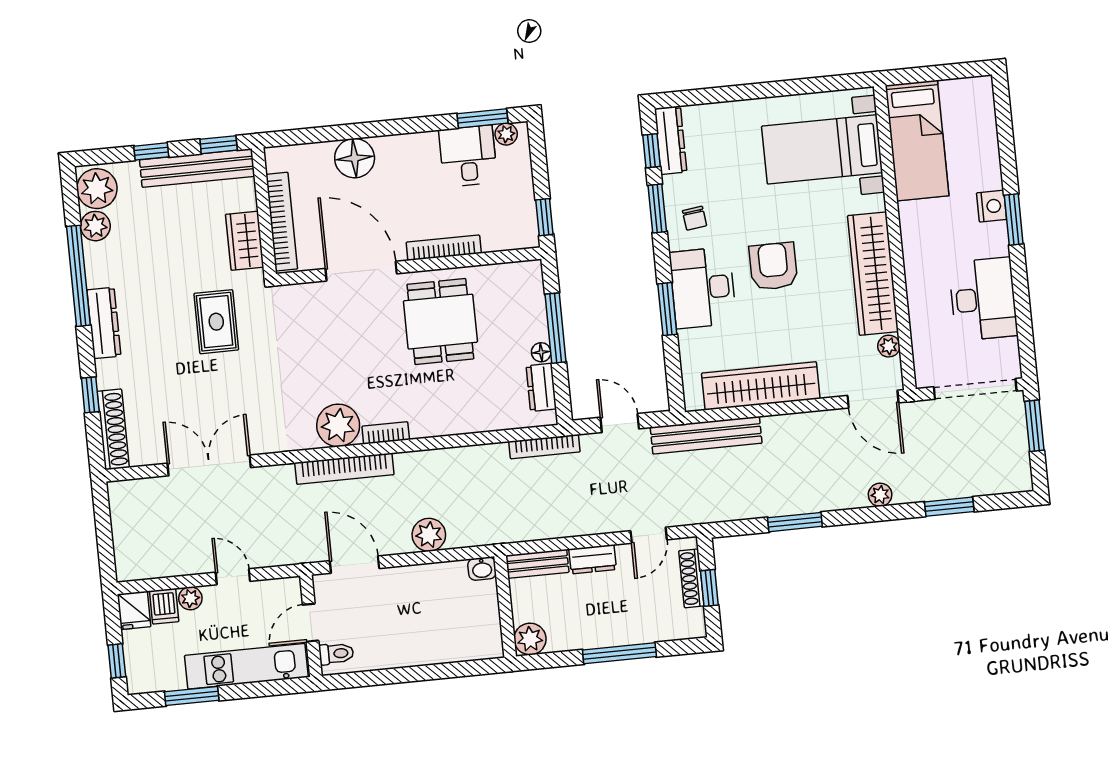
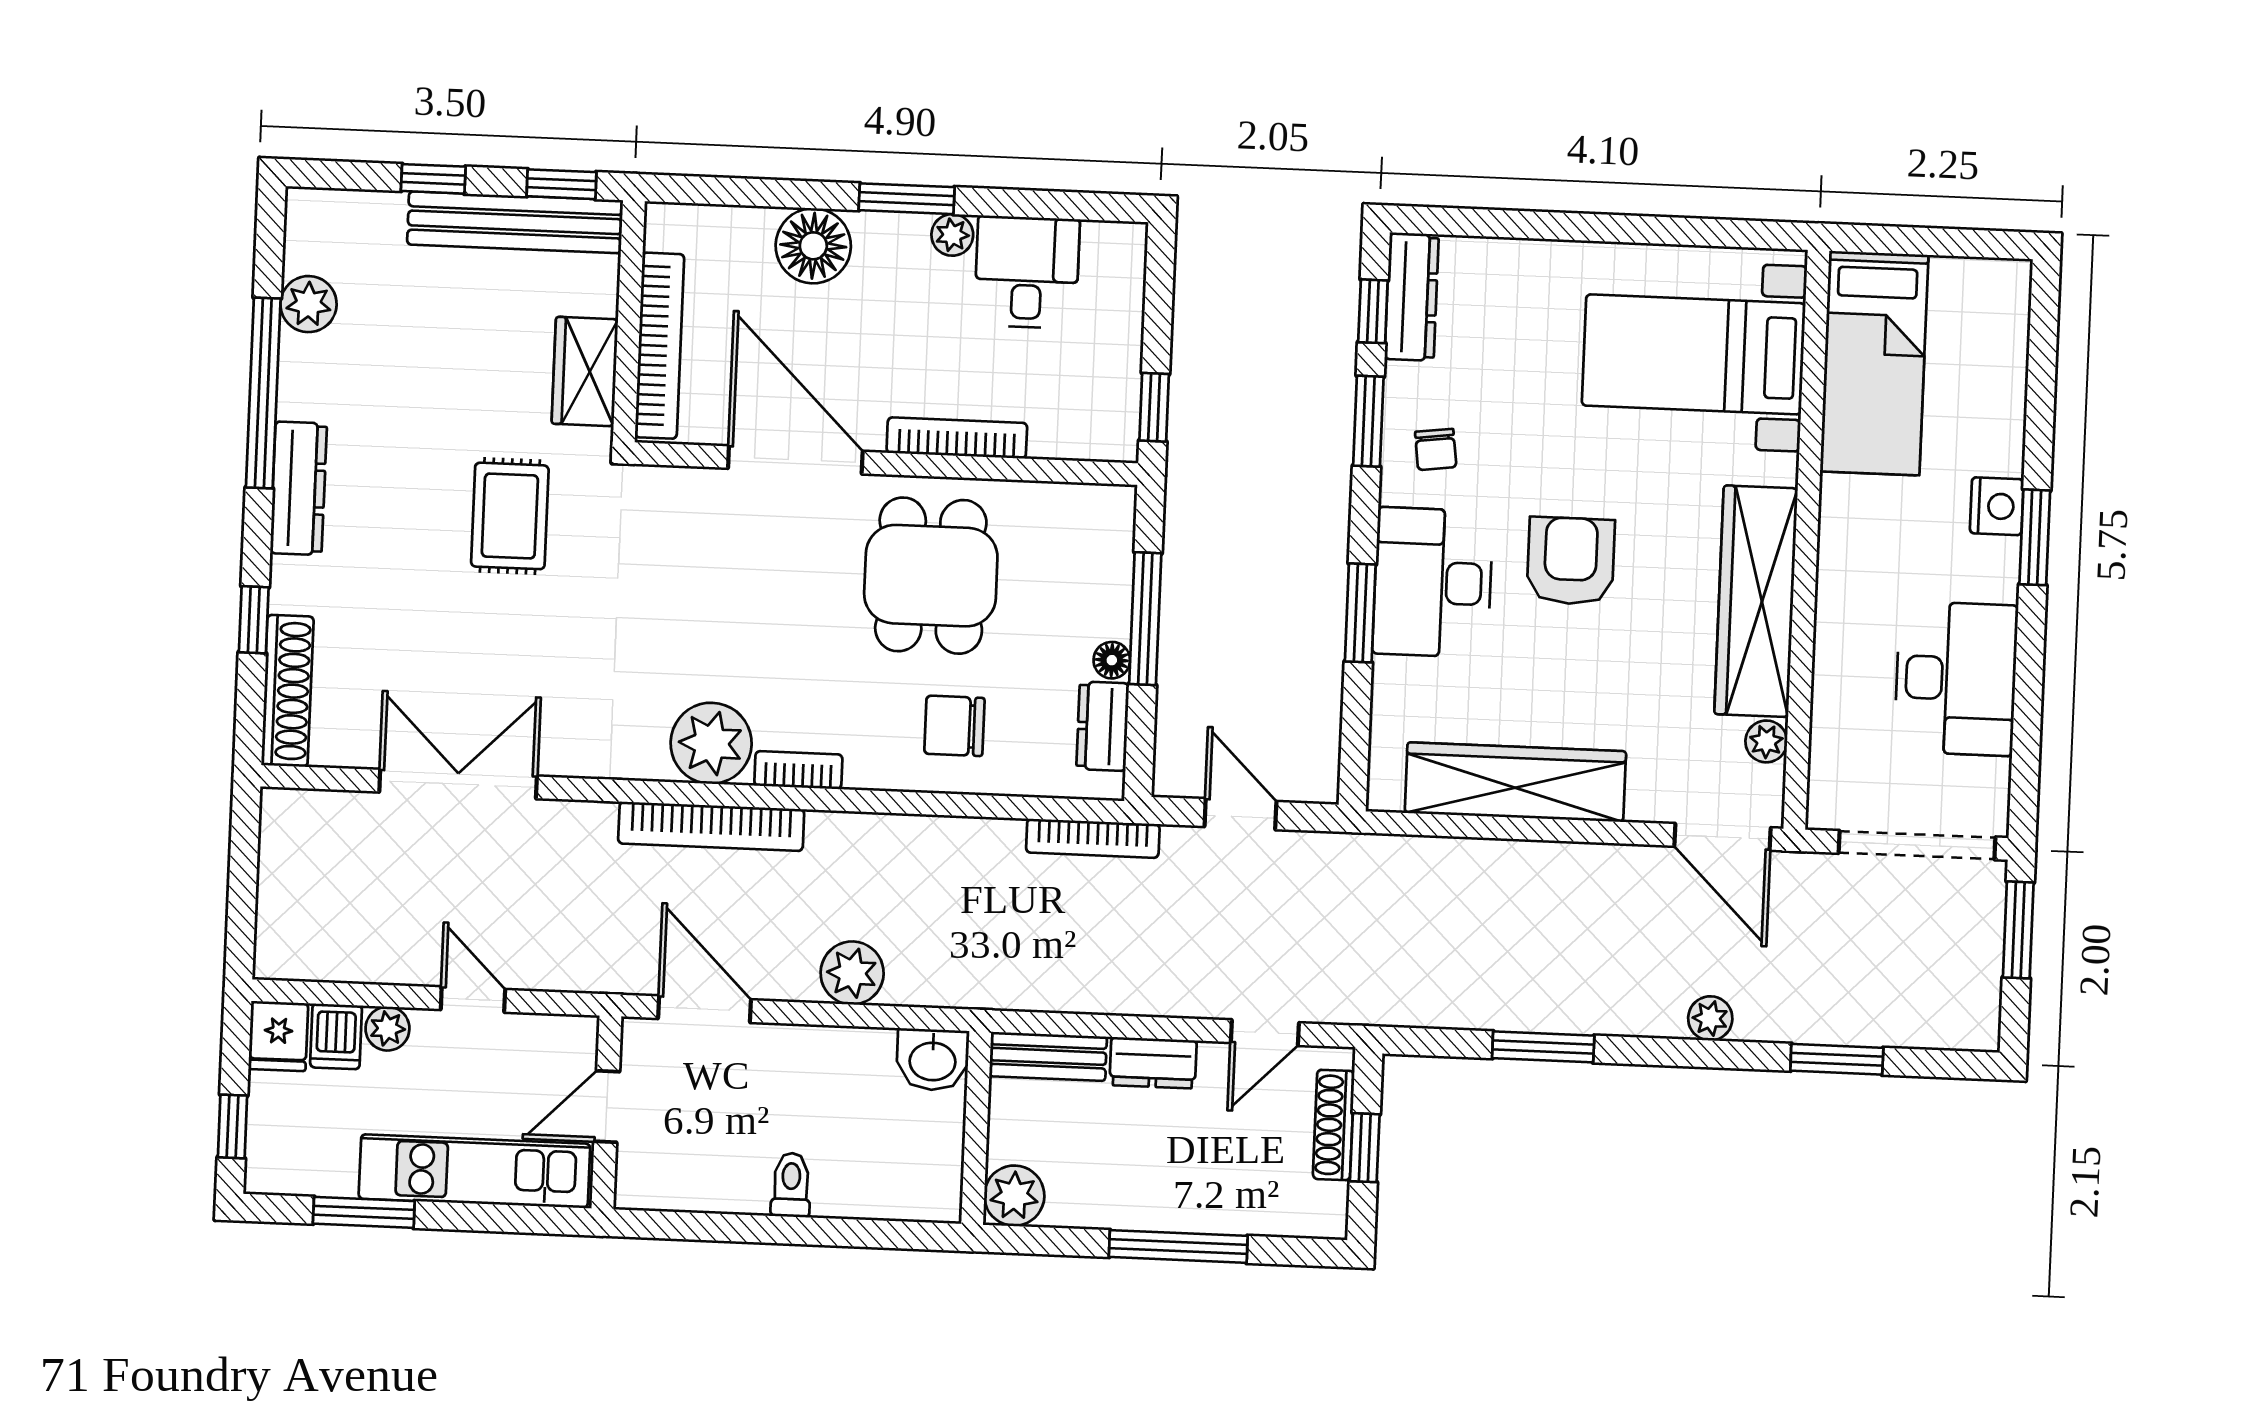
window: (483, 118) -> (907, 199), moved
plant: (506, 134) -> (952, 235), moved
plant: (97, 189) -> (321, 234), removed
chair: (464, 398) -> (954, 726), added
bench: (706, 435) -> (1399, 860), removed
washbasin: (482, 569) -> (933, 1060), width x1.38, depth x1.45
toilet: (336, 654) -> (791, 1185), moved, turned -90

